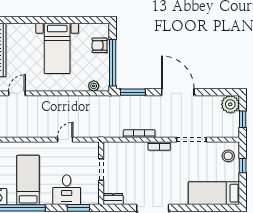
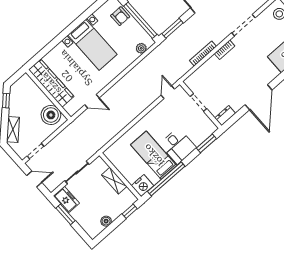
armchair: (100, 45) -> (120, 16), turned -90
door: (17, 93) -> (92, 101), swing flipped
door: (65, 140) -> (168, 92), moved
desk: (67, 190) -> (178, 146), moved

